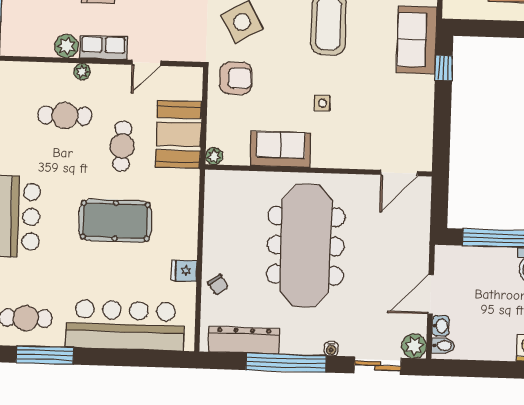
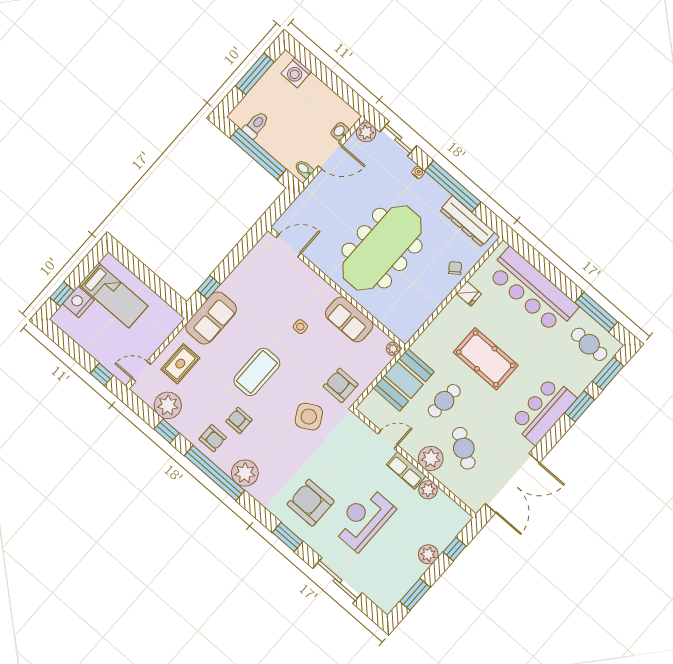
plant: (82, 72) -> (431, 458), width x1.88, depth x1.88
cafe table: (65, 116) -> (464, 448), turned 33
bidet: (443, 346) -> (304, 169), moved

